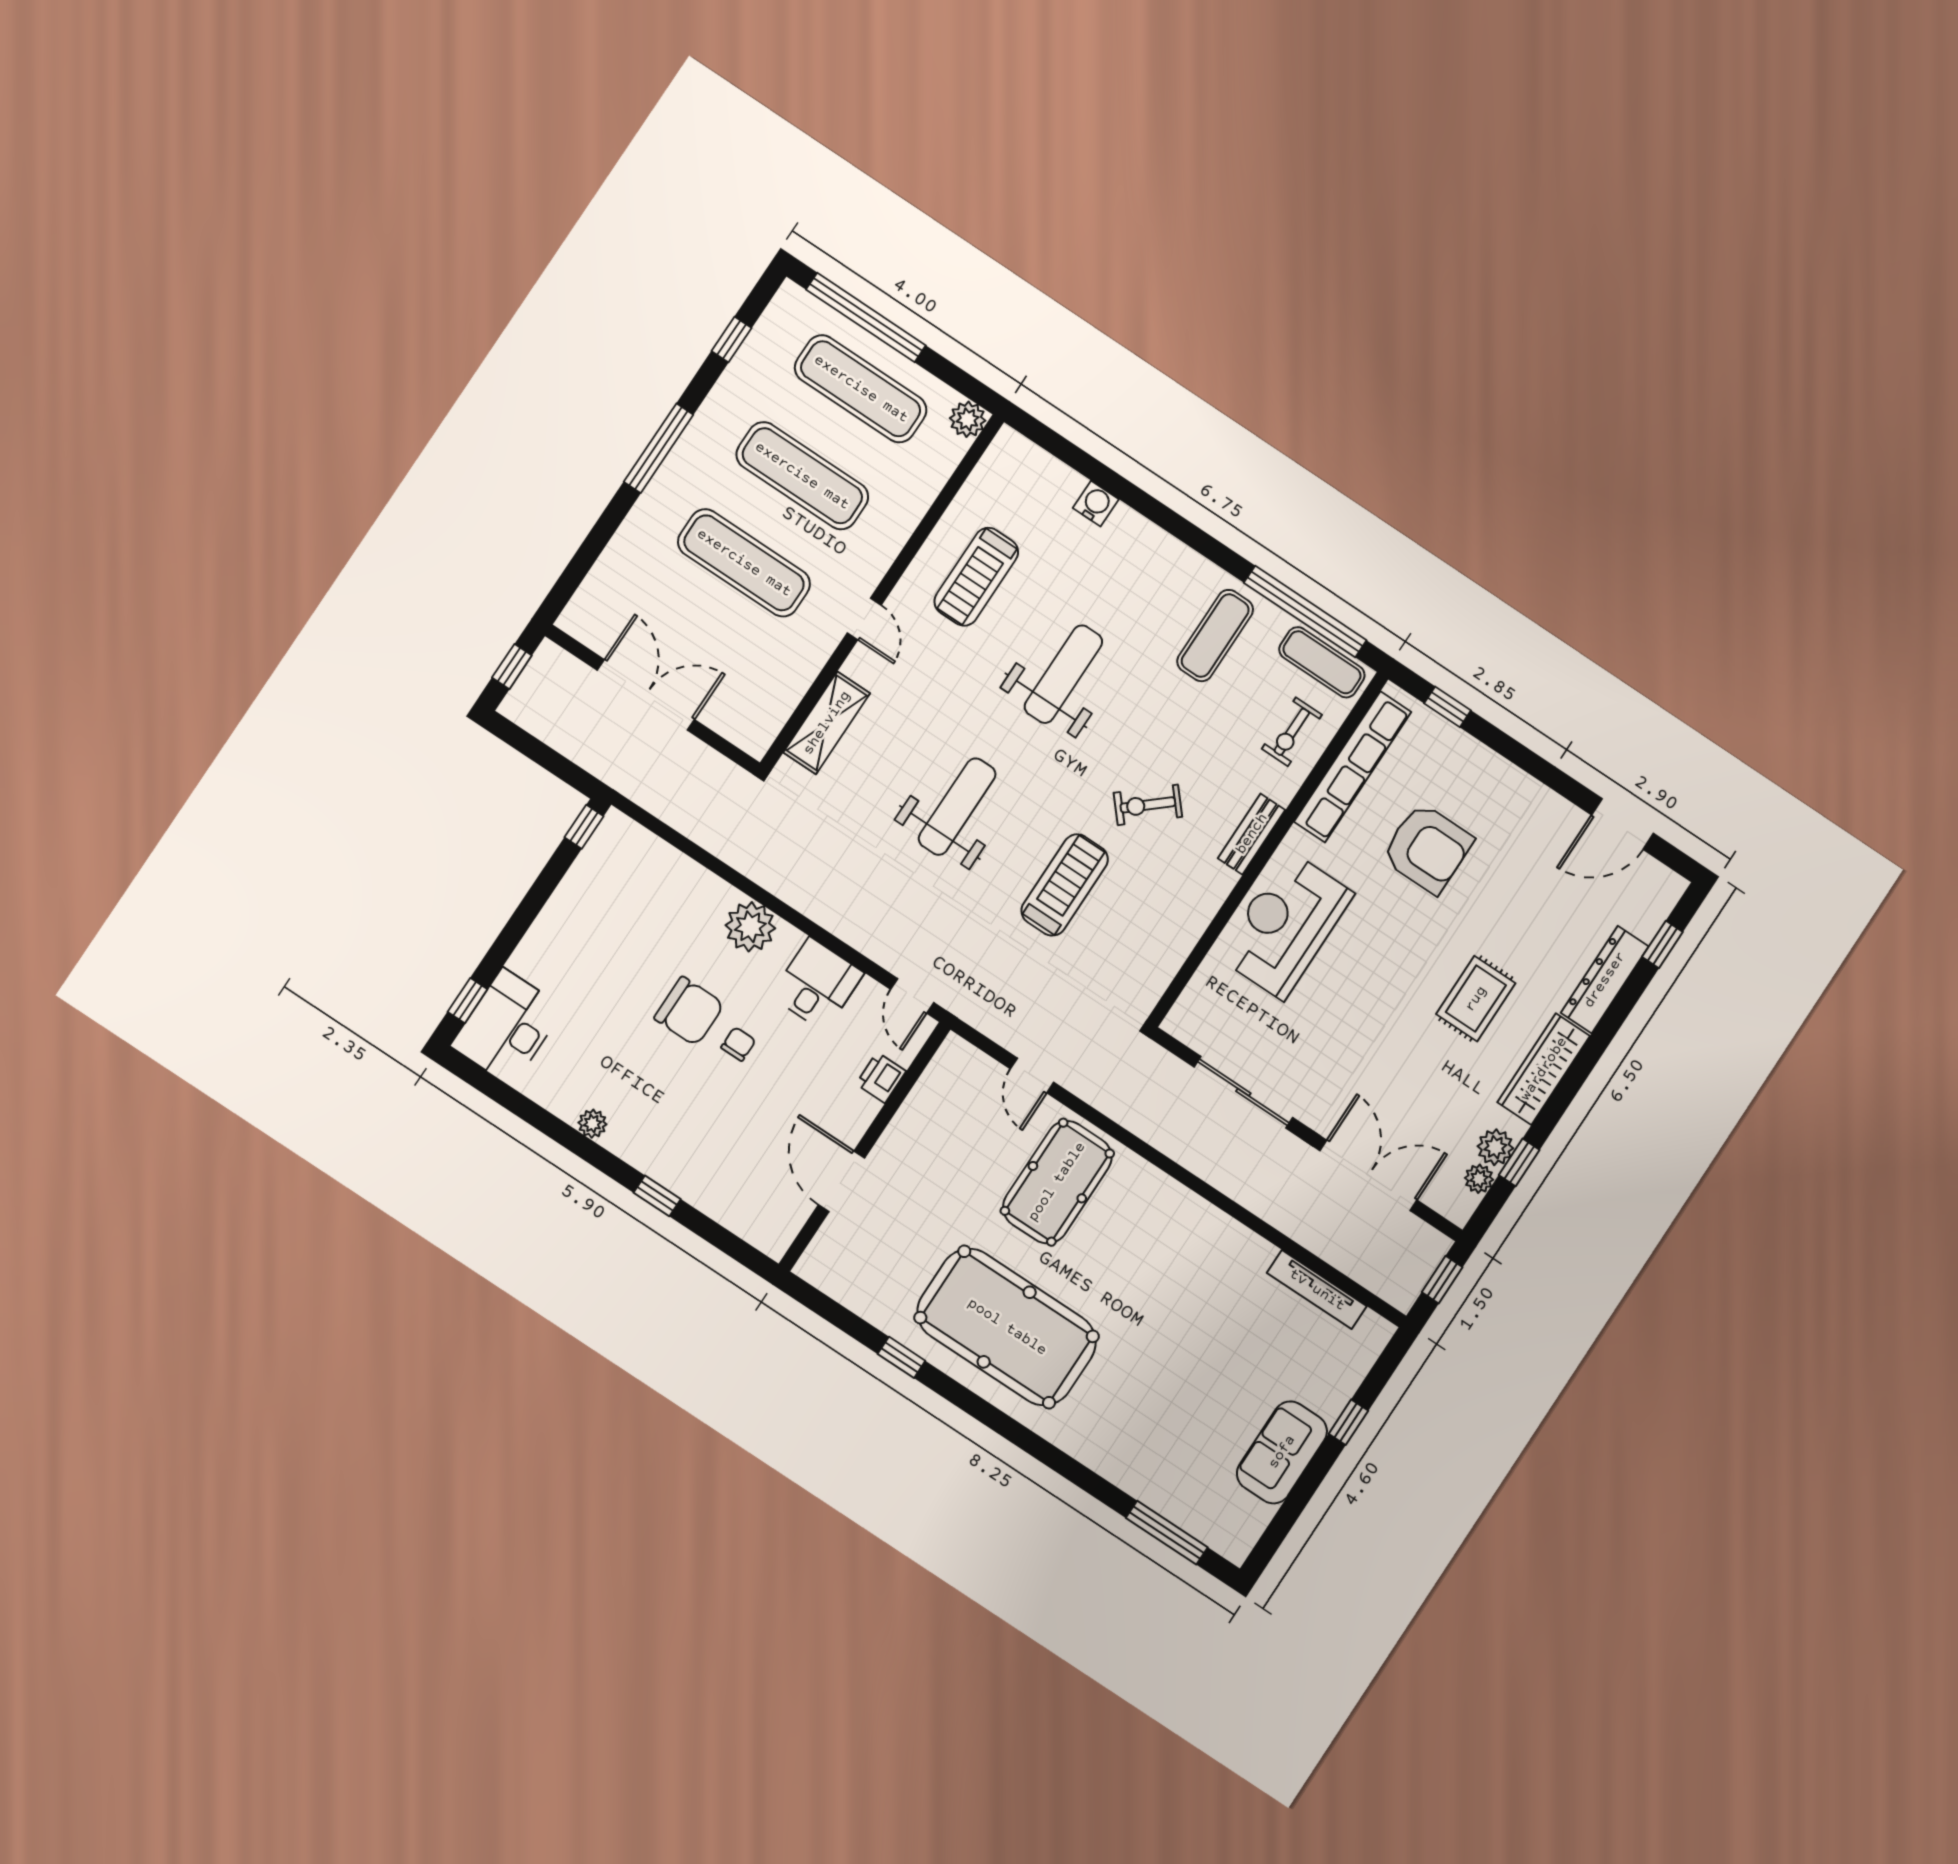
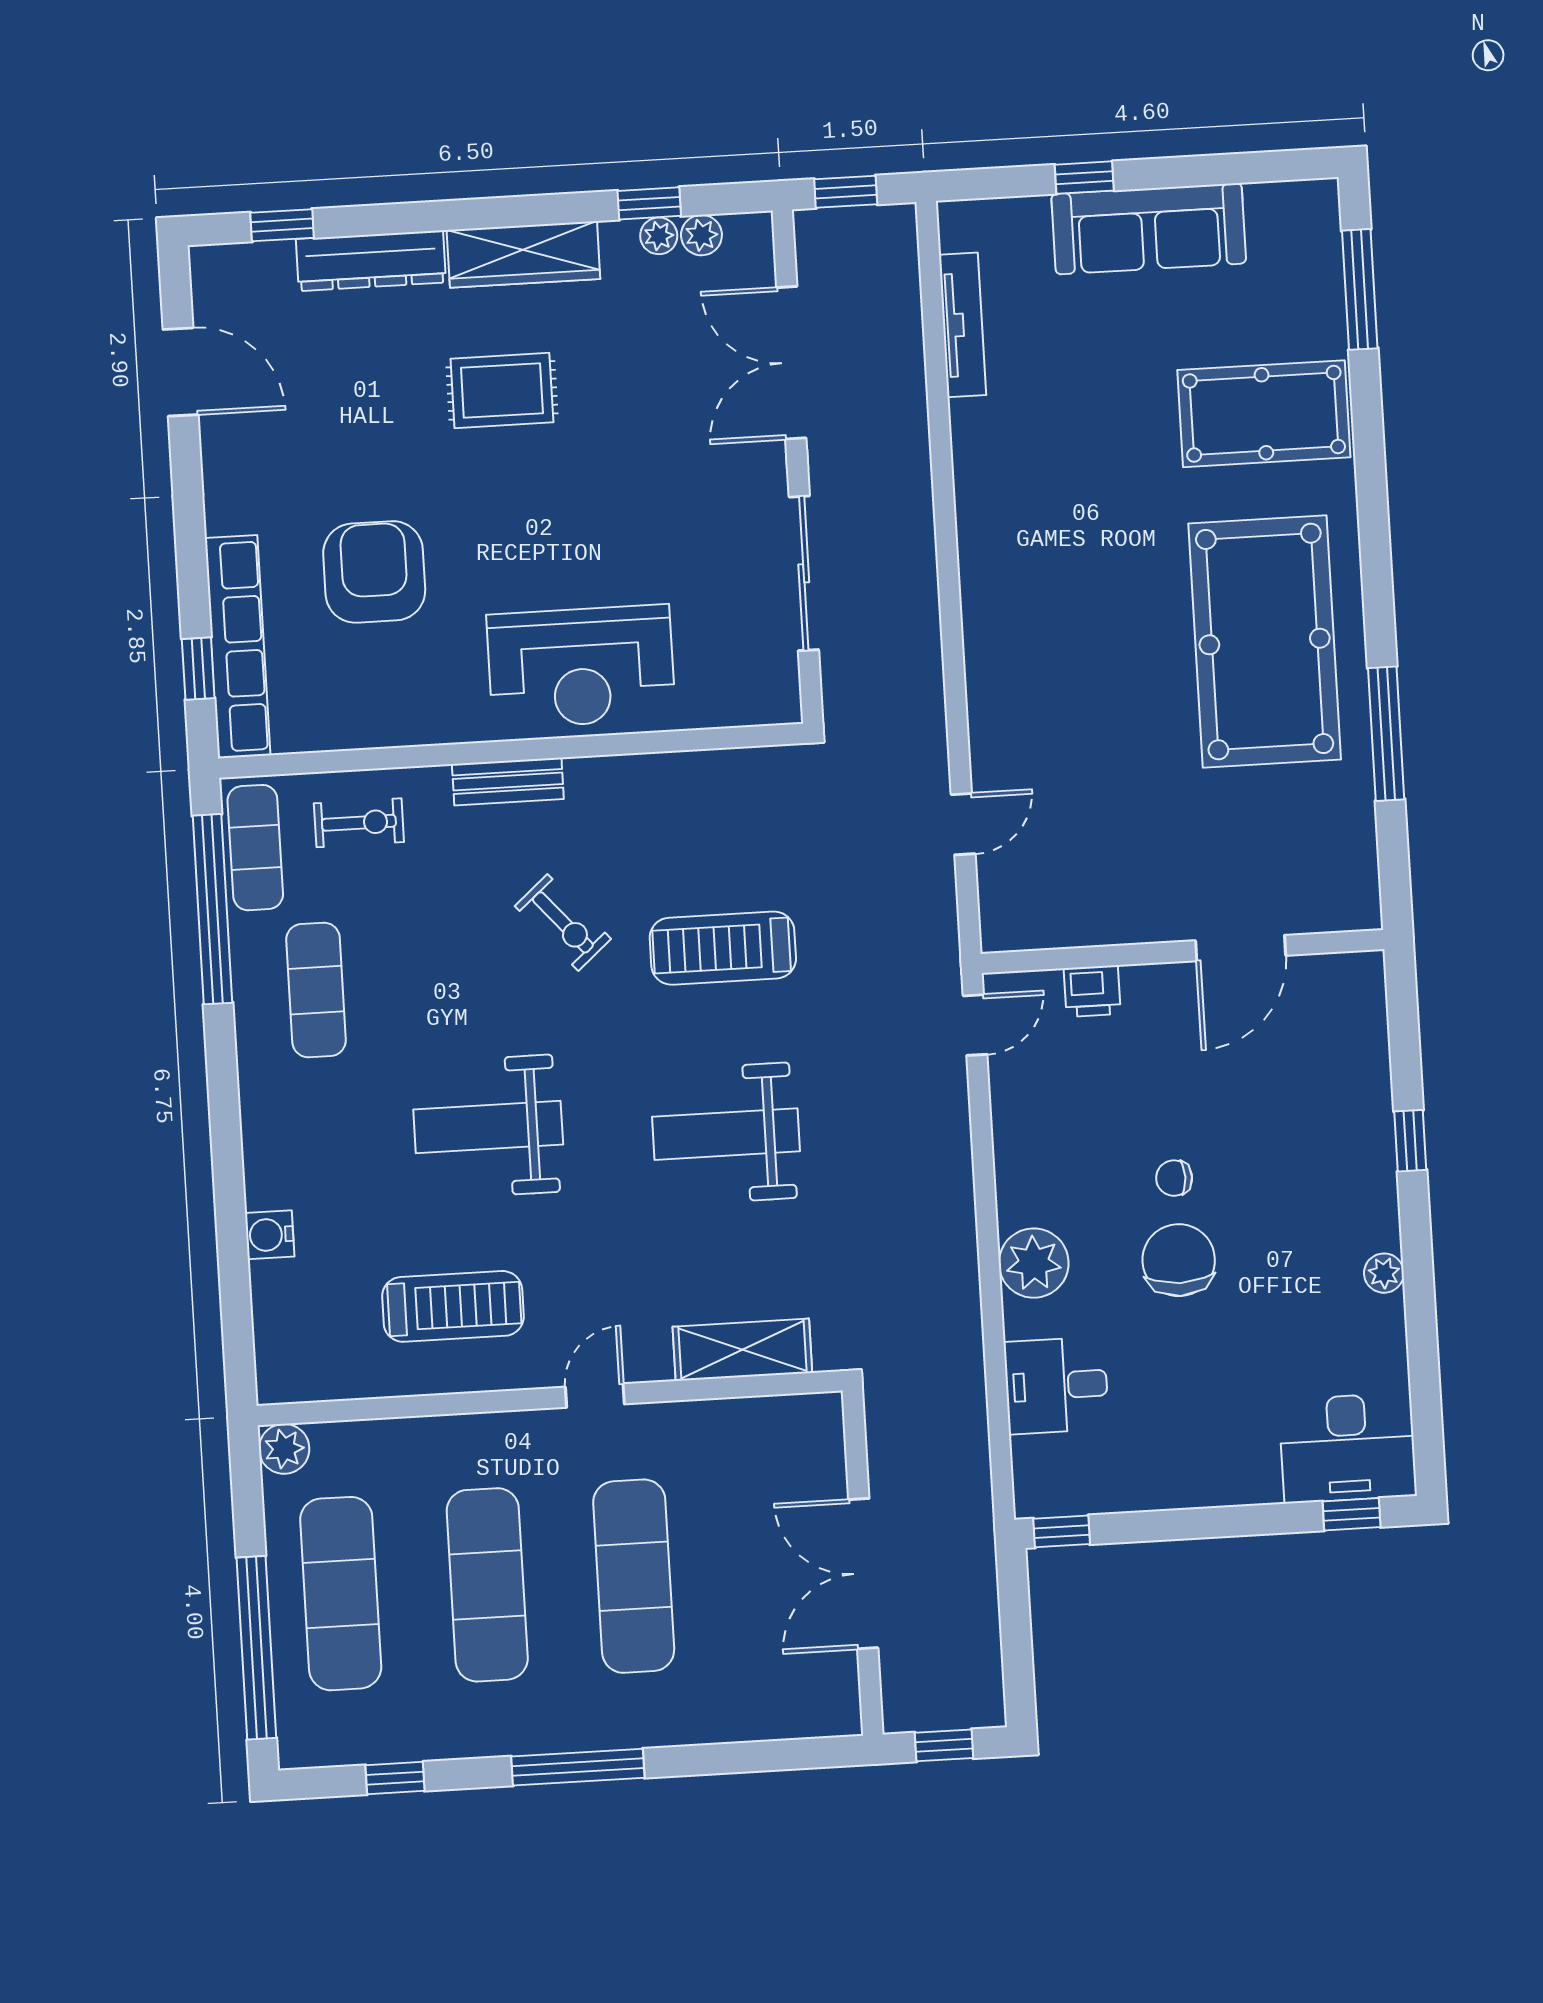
exercise mat: (1215, 636) -> (316, 990), turned 90
row of seats: (1353, 767) -> (238, 647), moved, turned 90
desk: (817, 984) -> (1056, 1385), moved
plant: (1495, 1147) -> (659, 236), width x0.73, depth x0.73
pool table: (1057, 1182) -> (1264, 414), moved
window: (901, 1357) -> (1386, 734), width x2.17
sofa: (1282, 1452) -> (1149, 229), width x1.36

